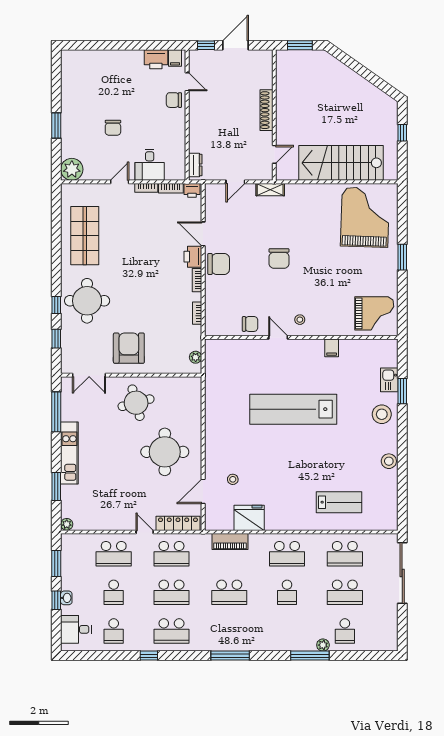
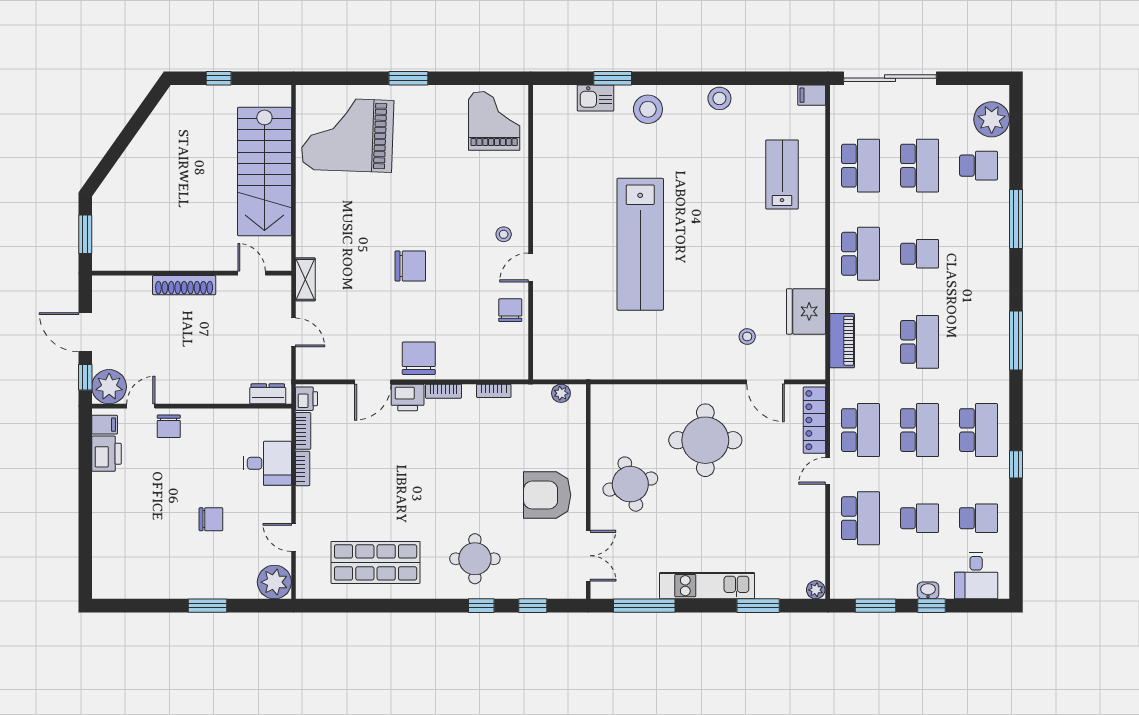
plant: (200, 61) -> (109, 387), added
door: (120, 182) -> (294, 537), moved
round table: (87, 301) -> (475, 559), width x0.73, depth x0.73
filing cabinet: (332, 348) -> (812, 95), moved, turned 180
plant: (323, 645) -> (992, 119), moved, width x1.88, depth x1.88

